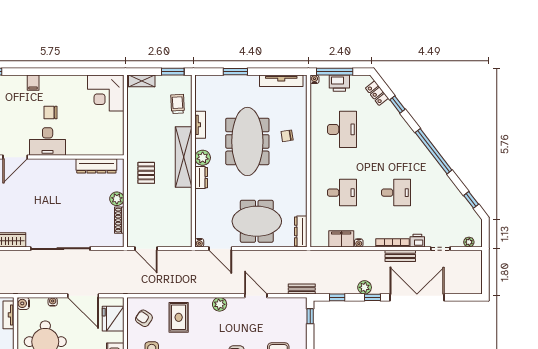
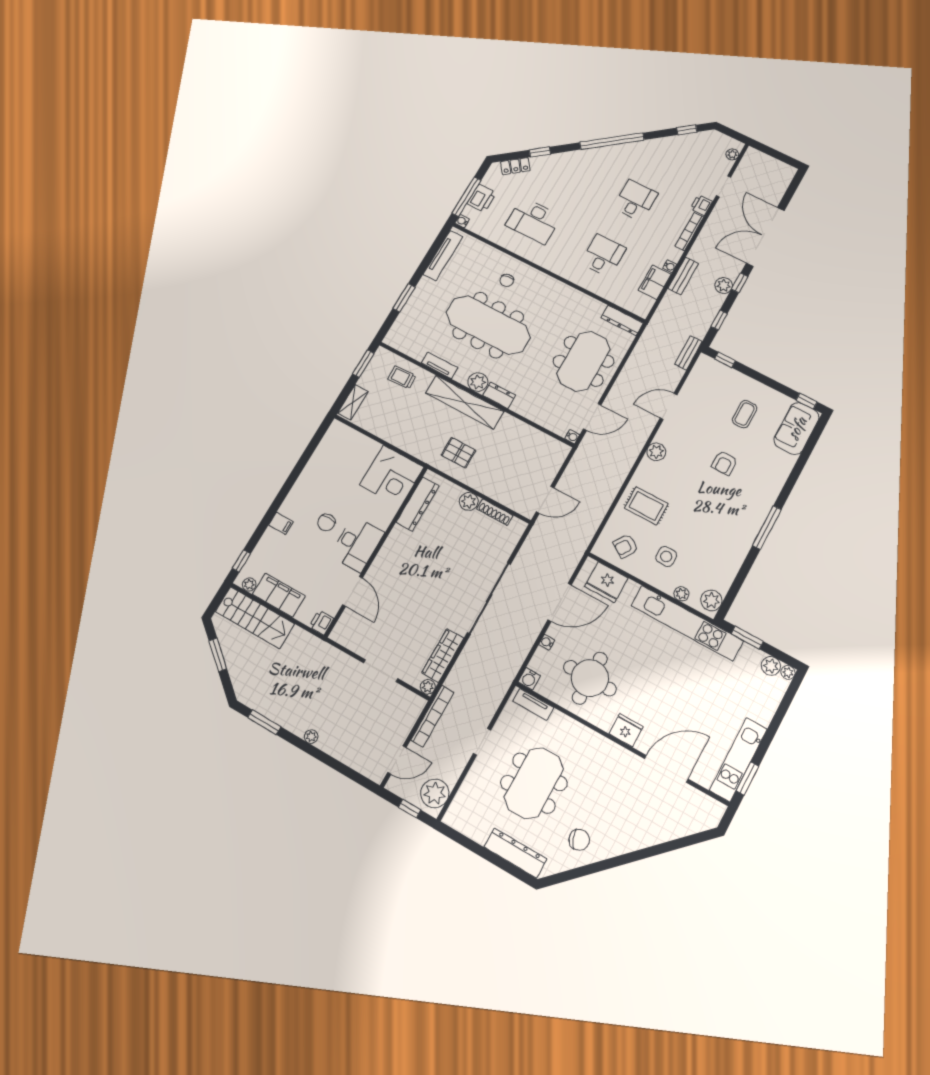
corner desk: (106, 93) -> (392, 476), moved
desk: (342, 129) -> (533, 221), turned 180
bench: (400, 256) -> (683, 276), moved

